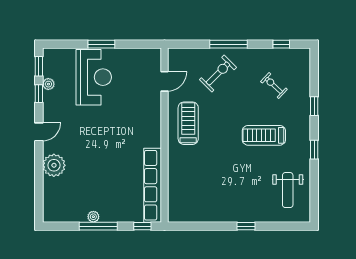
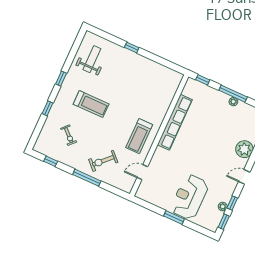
row of seats: (153, 185) -> (175, 122), moved

